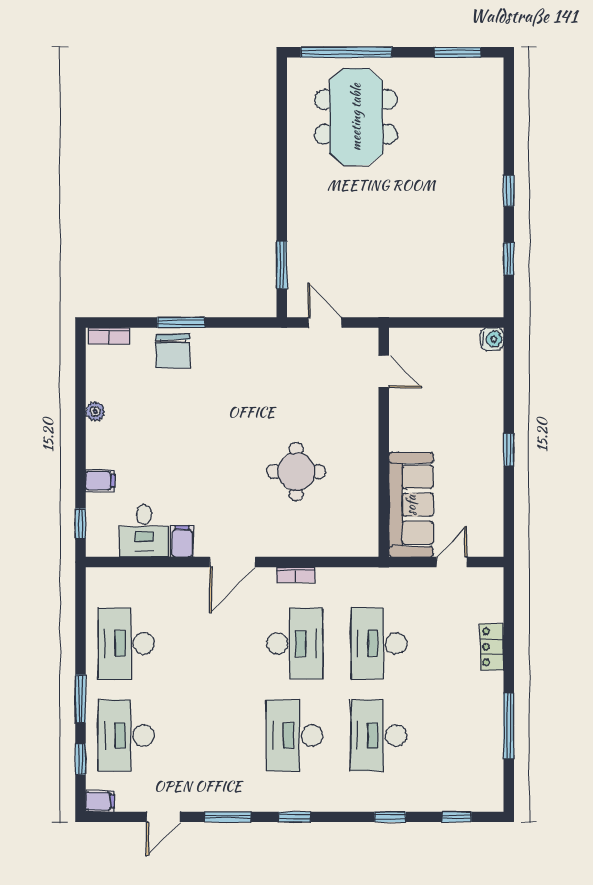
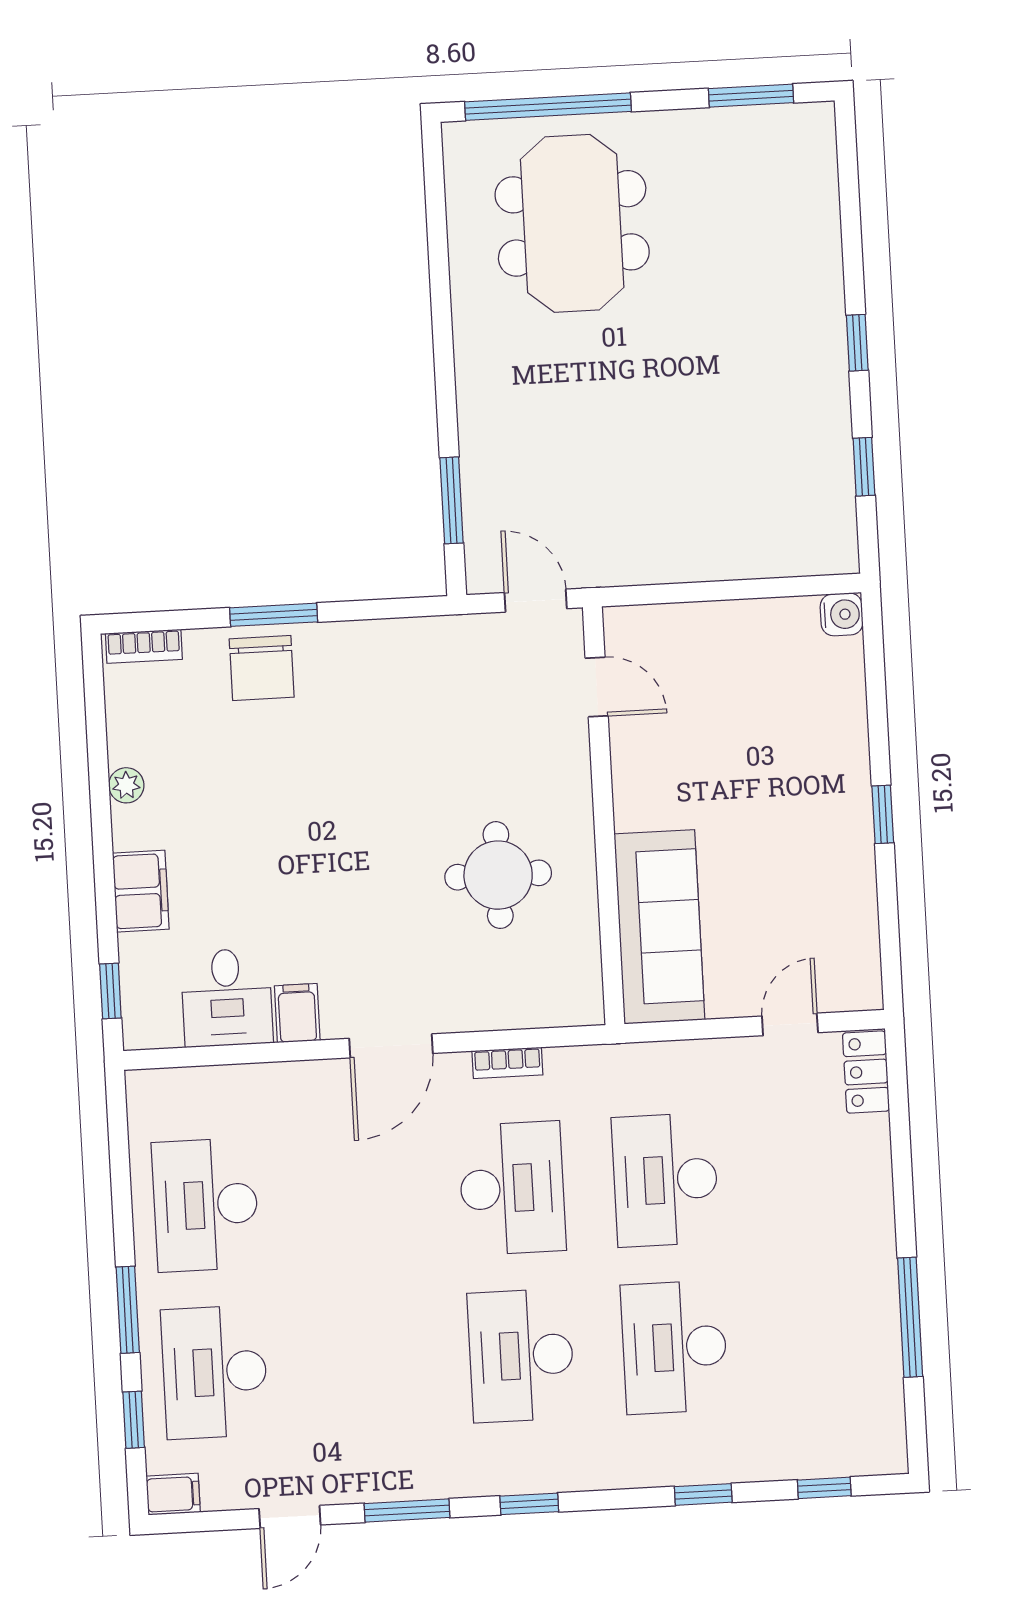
door: (384, 372) -> (597, 687), moved
wall: (384, 442) -> (604, 816), moved
filing cabinet: (100, 481) -> (141, 891), width x2.00
sofa: (411, 505) -> (659, 927), moved
locker: (492, 647) -> (866, 1072), moved

